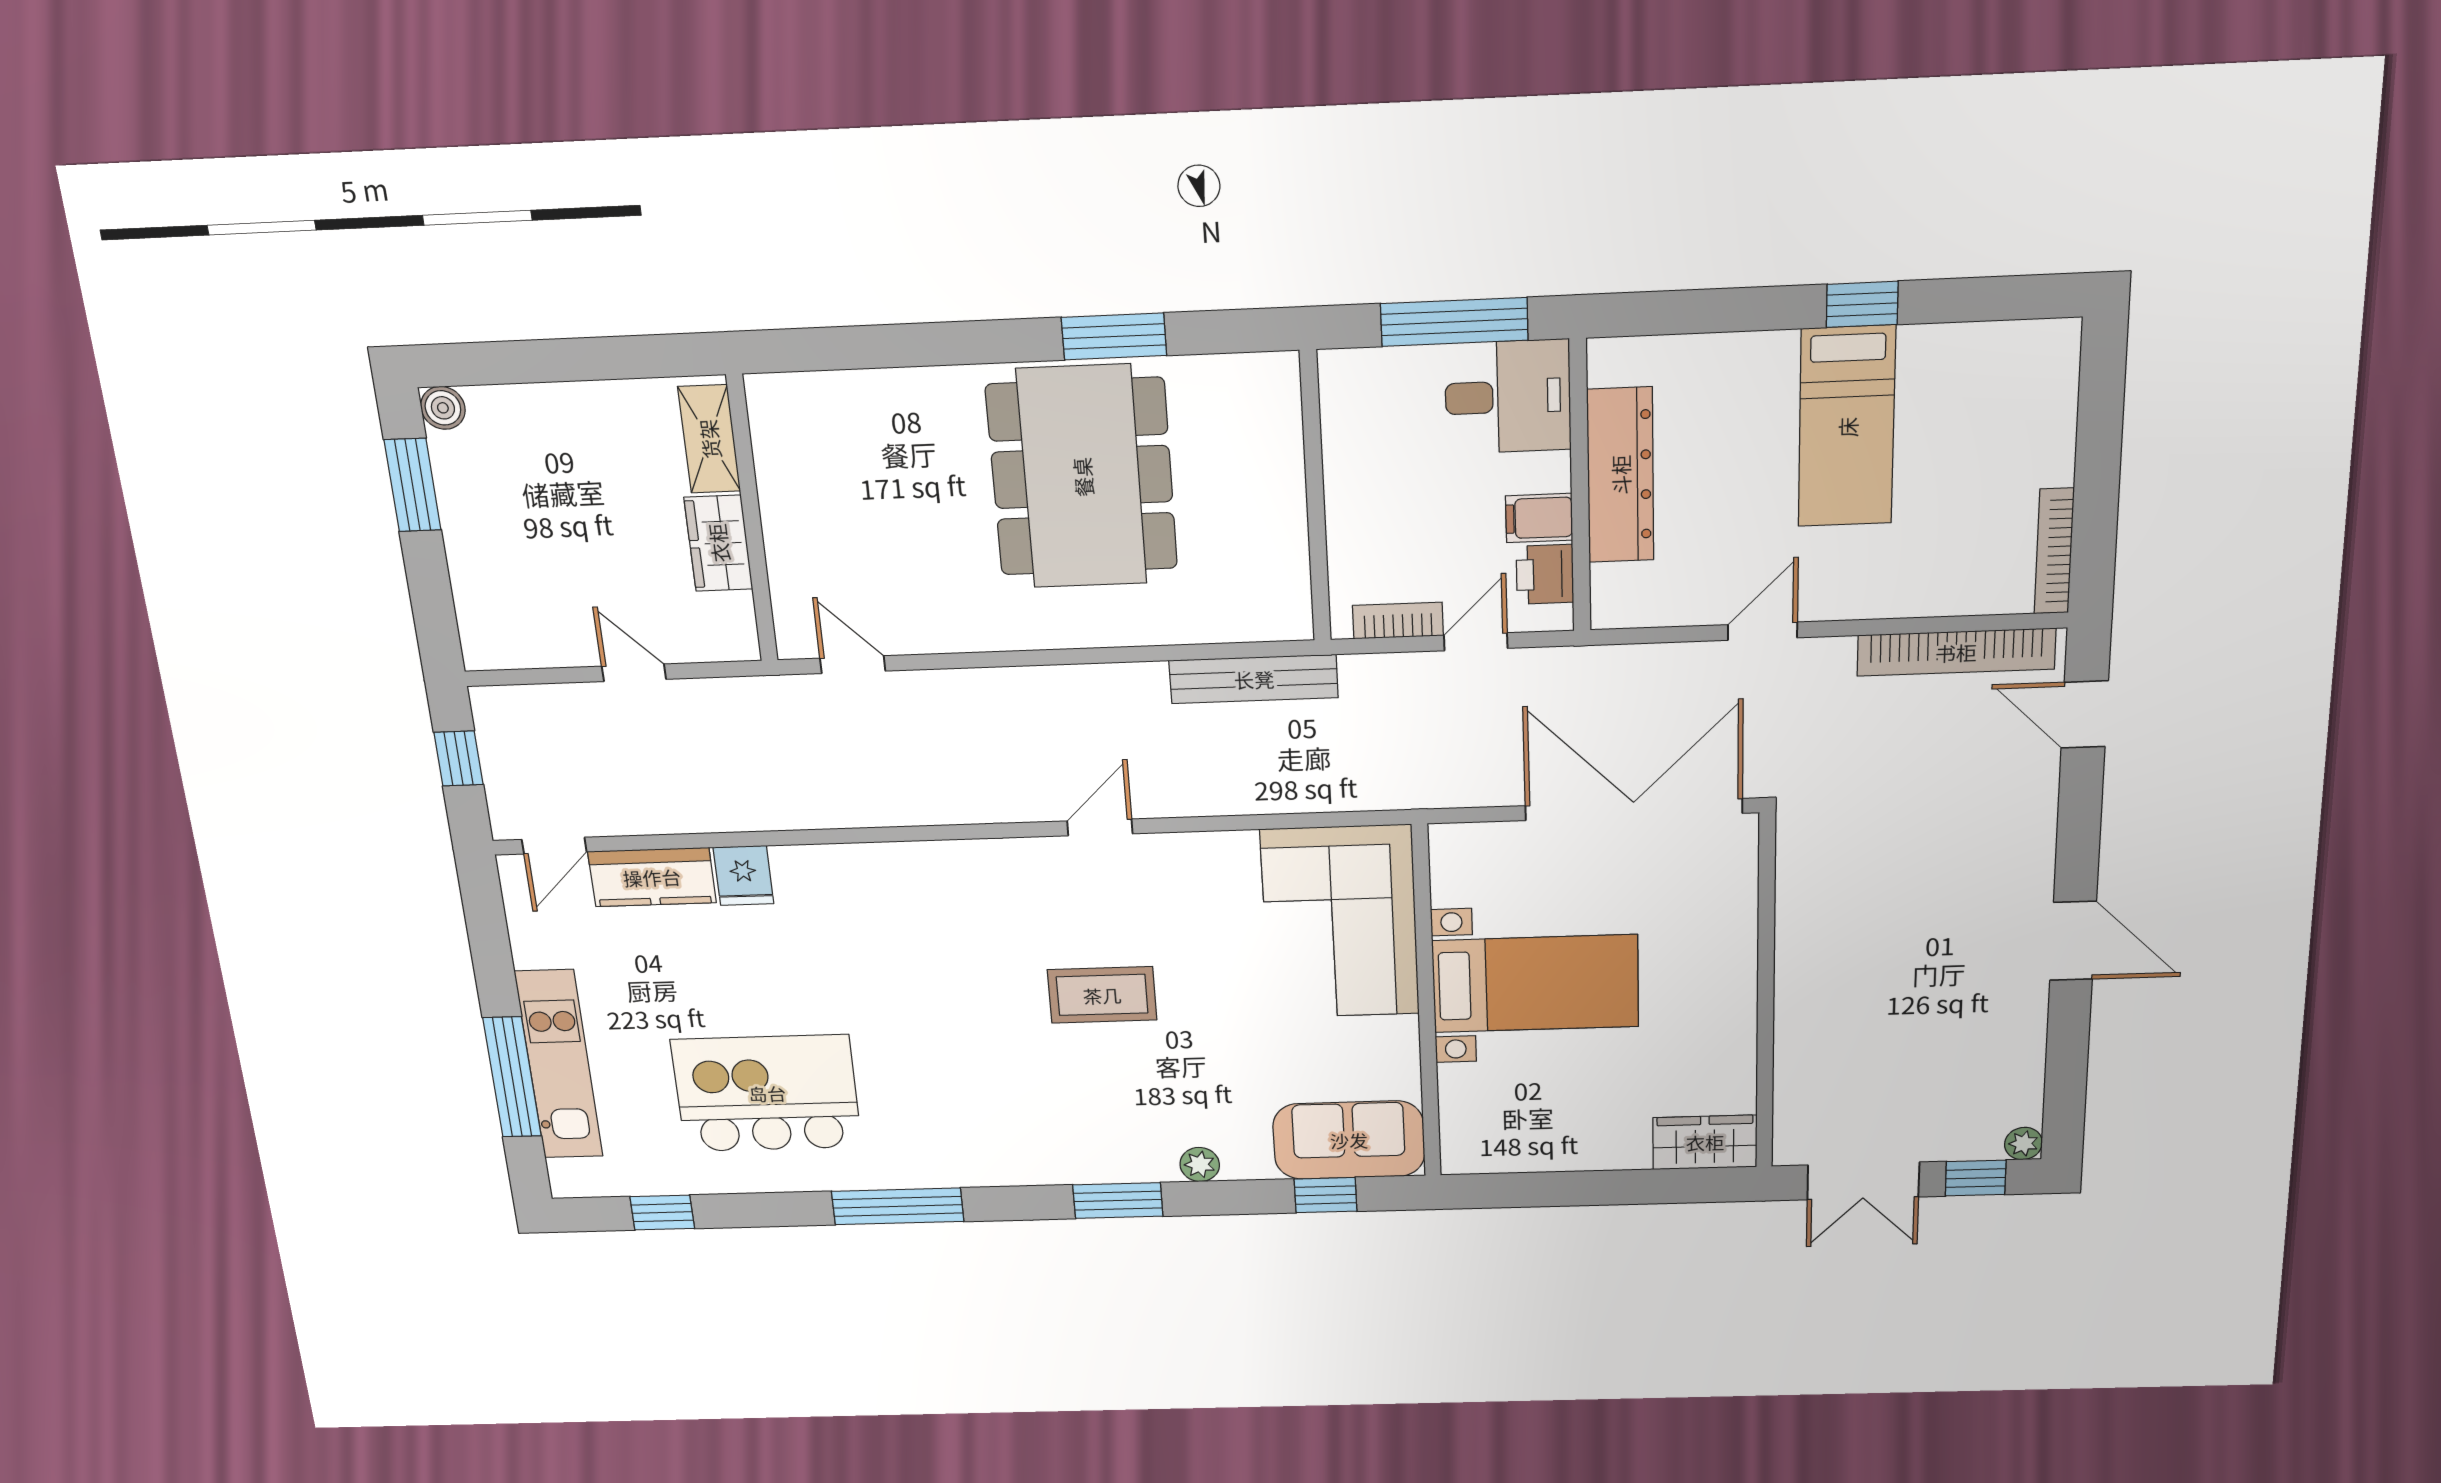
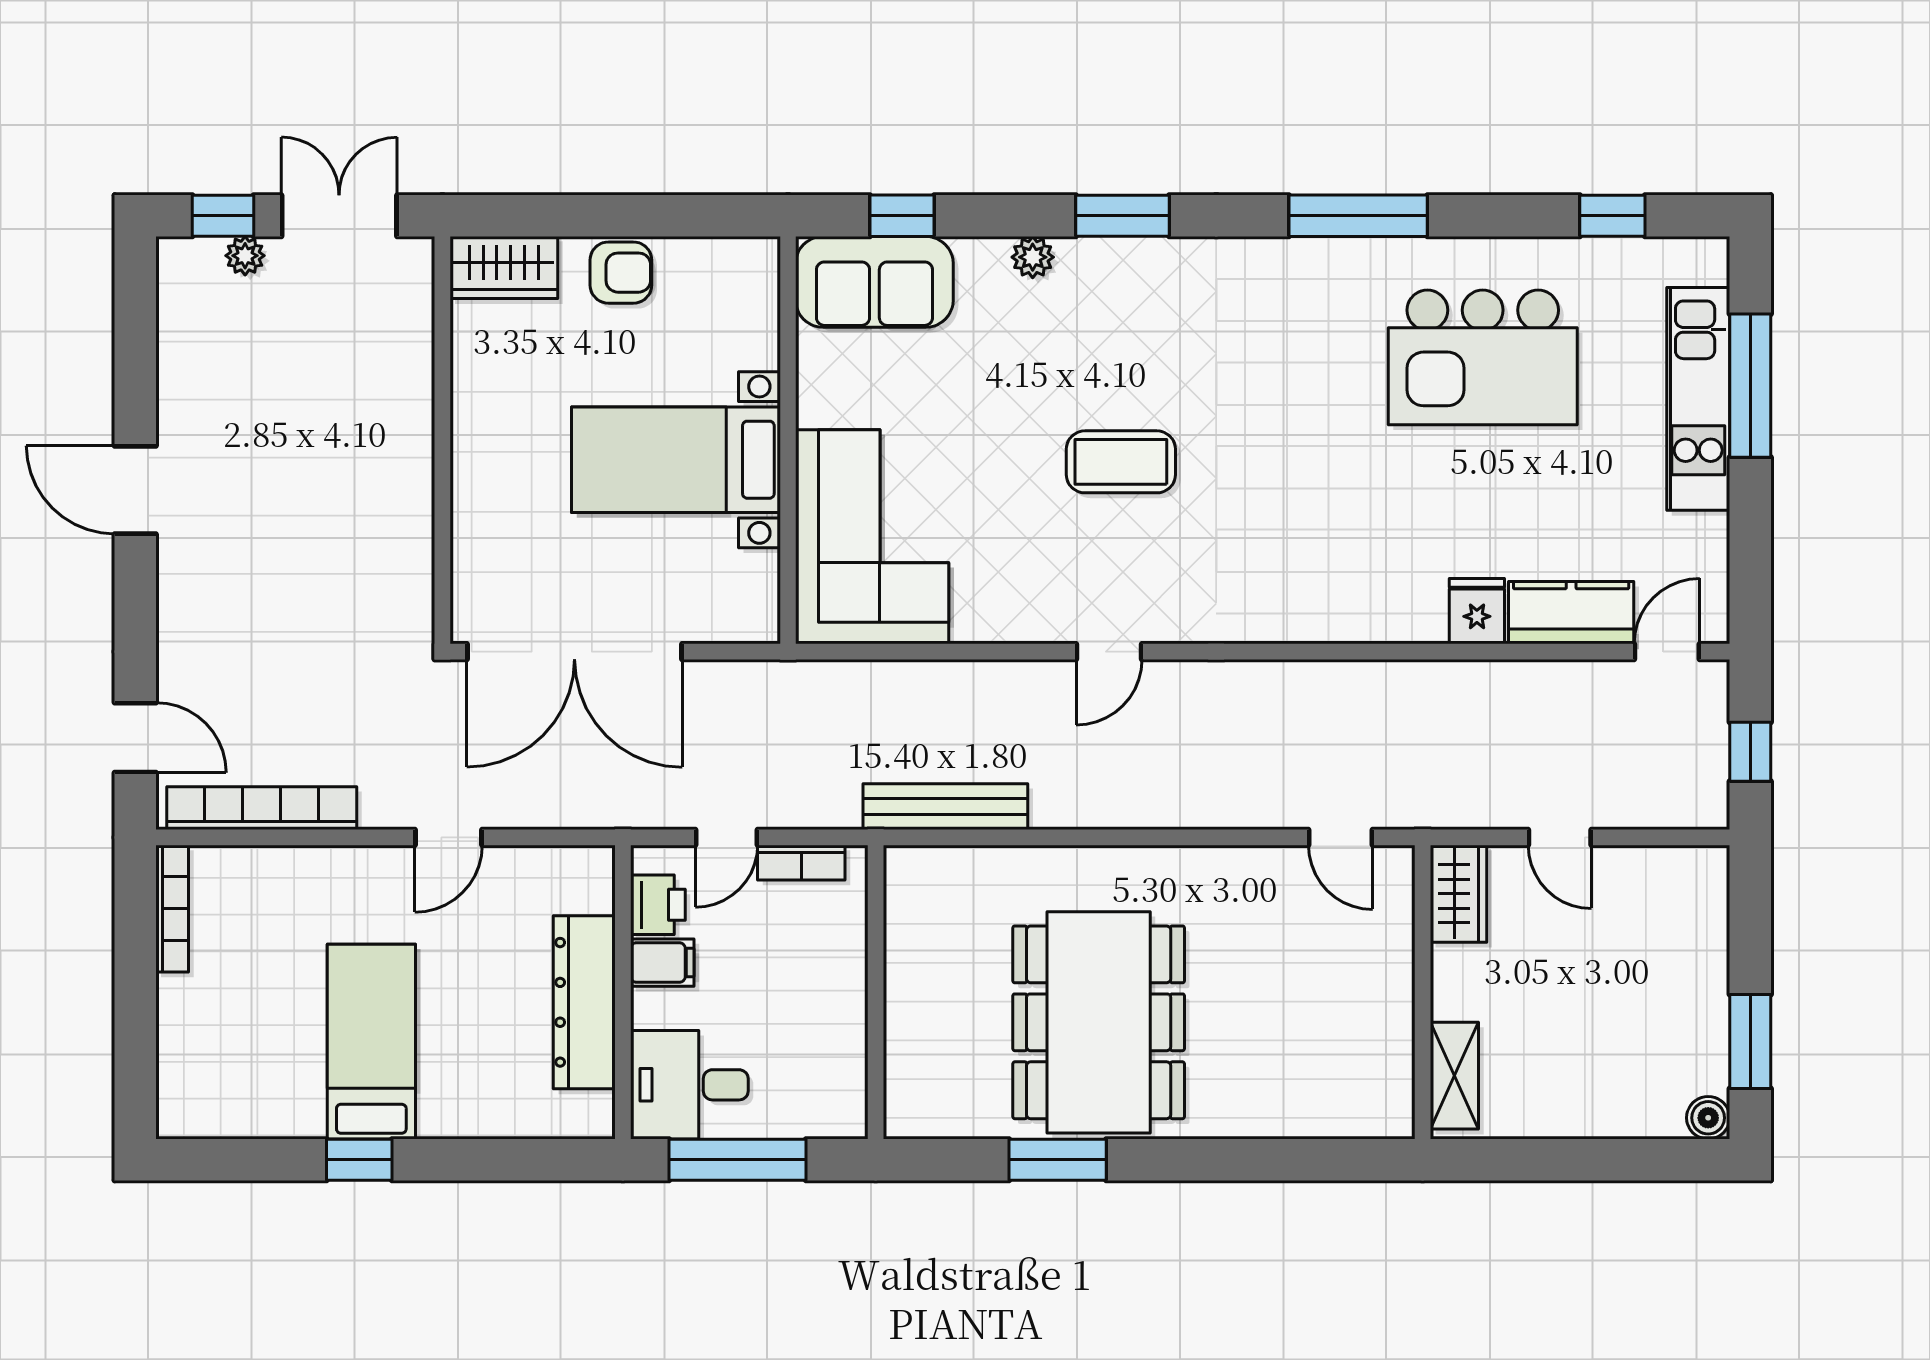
wardrobe: (718, 543) -> (1459, 894), moved
armchair: (1592, 1141) -> (621, 273), added
plant: (2023, 1144) -> (245, 256), moved

